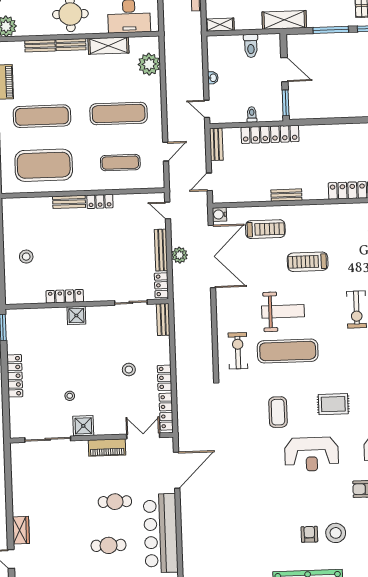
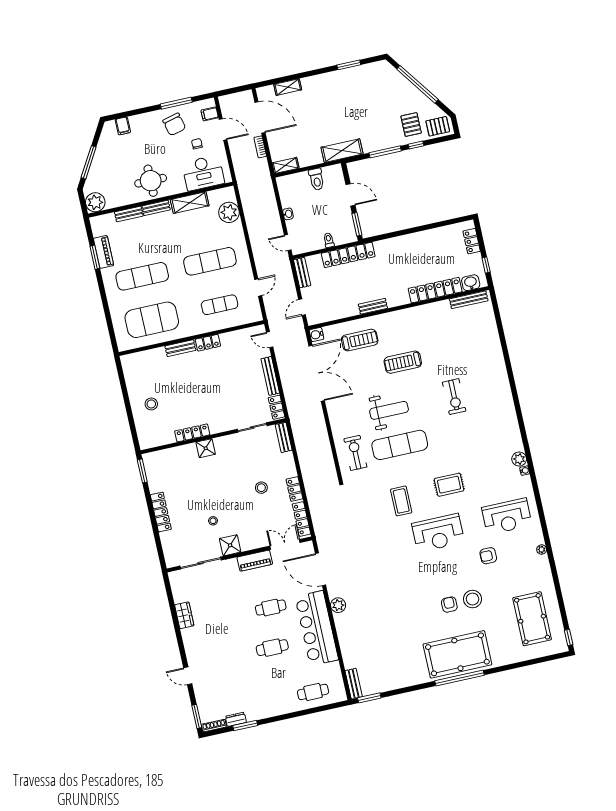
plant: (180, 255) -> (338, 605), moved
door: (177, 470) -> (321, 569), swing flipped
wardrobe: (21, 530) -> (184, 615), moved

